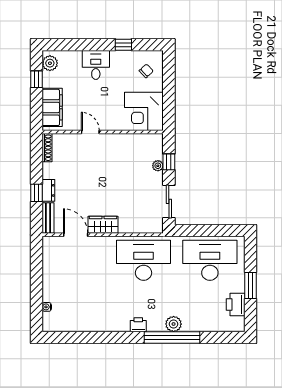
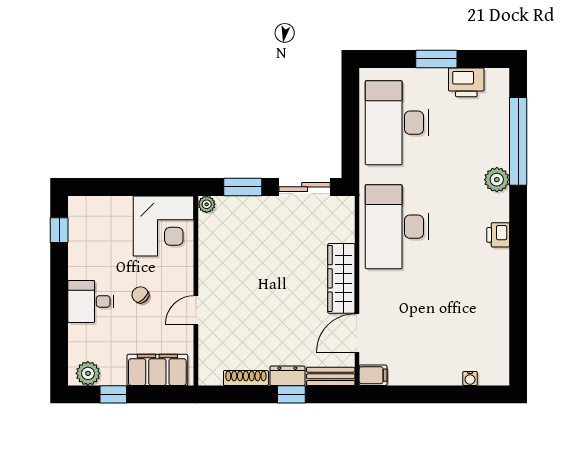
window: (123, 45) -> (59, 230), moved
chair: (146, 71) -> (140, 295), moved
shoe rack: (47, 148) -> (246, 378), moved
window: (169, 162) -> (243, 187), width x1.50
plant: (158, 166) -> (207, 204), moved
wardrobe: (103, 225) -> (341, 278), width x1.50
filing cabinet: (49, 245) -> (373, 375), added
window: (172, 338) -> (518, 141), moved

